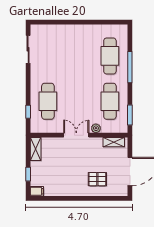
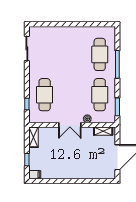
double door: (76, 135) -> (70, 125), swing flipped
pallet: (97, 179) -> (89, 164), removed

